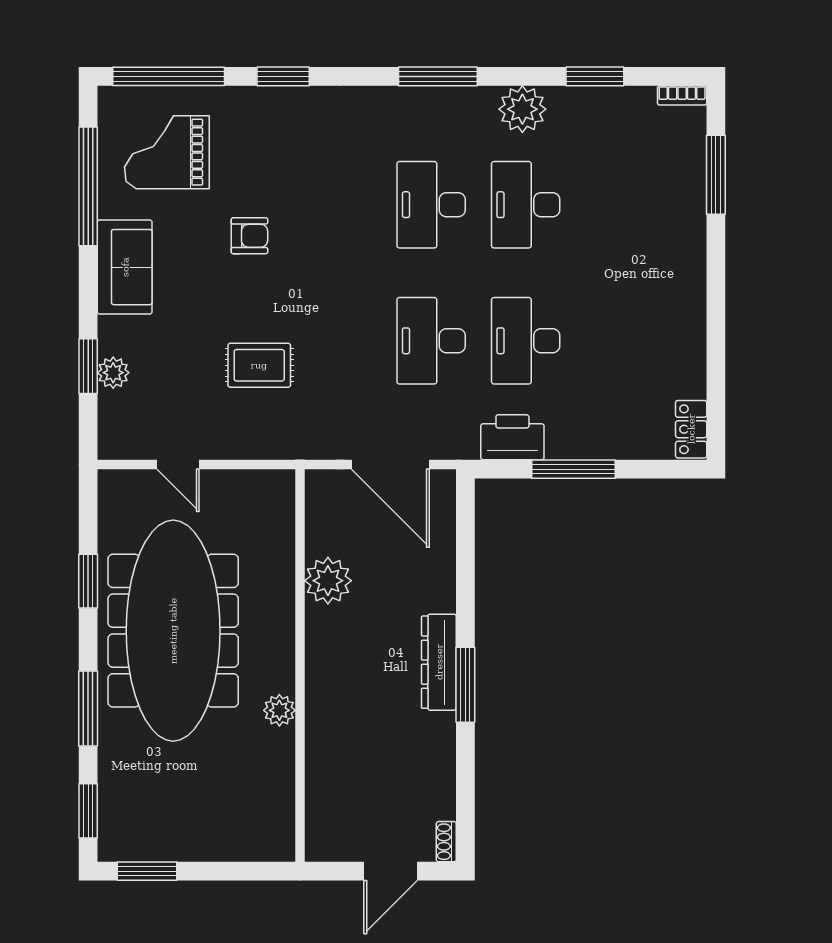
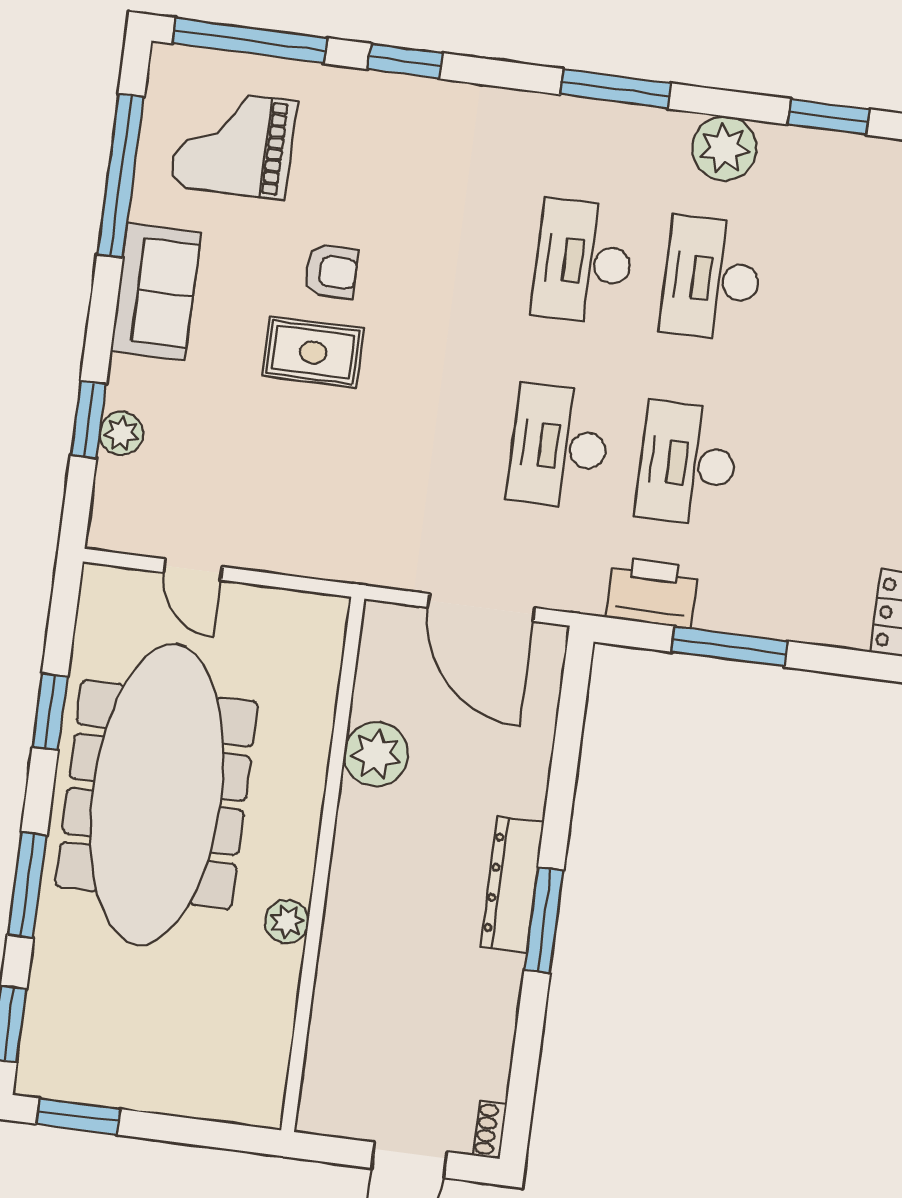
rug: (259, 365) -> (313, 352), moved

